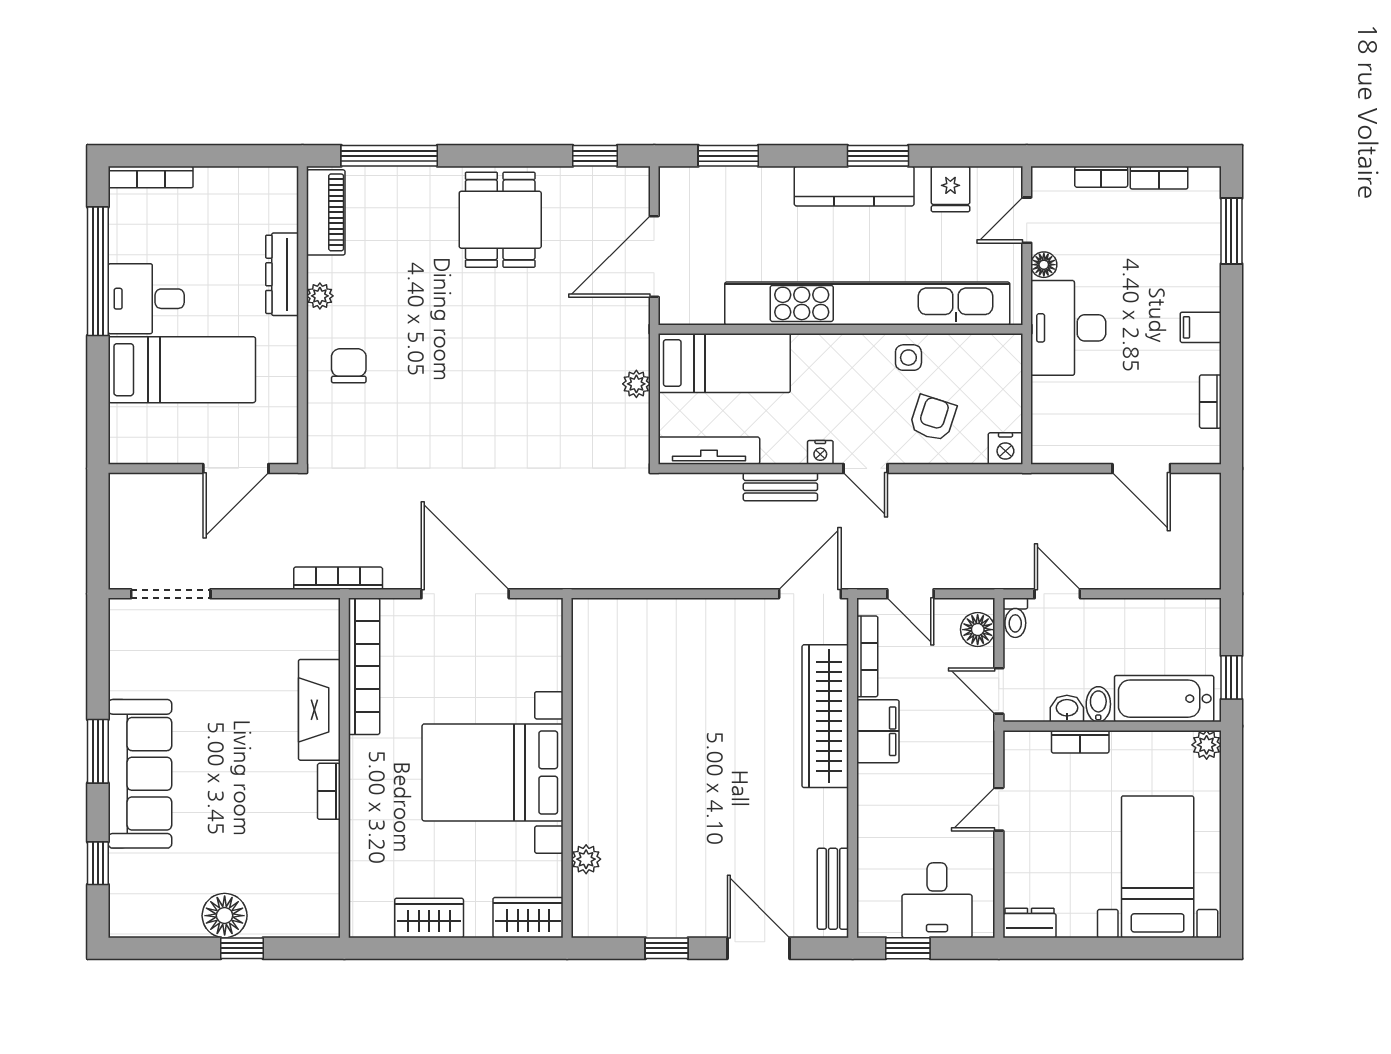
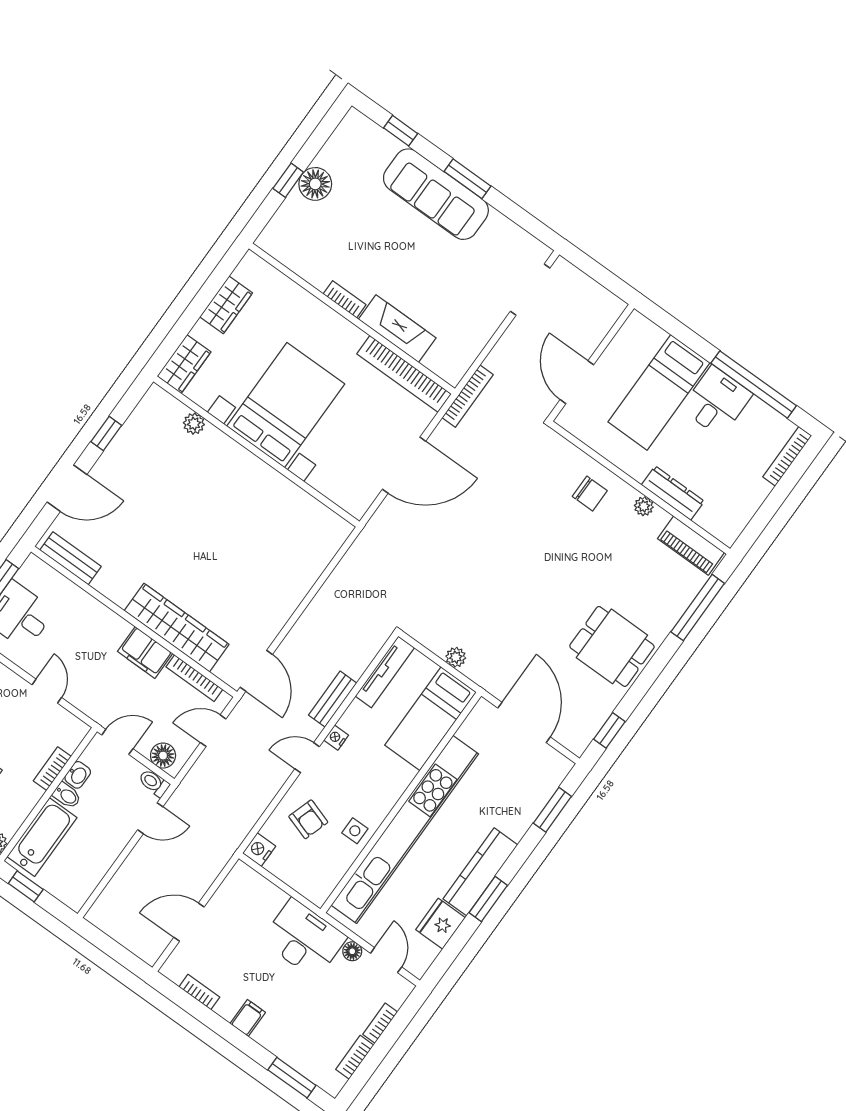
fridge: (950, 189) -> (440, 924), width x1.38

